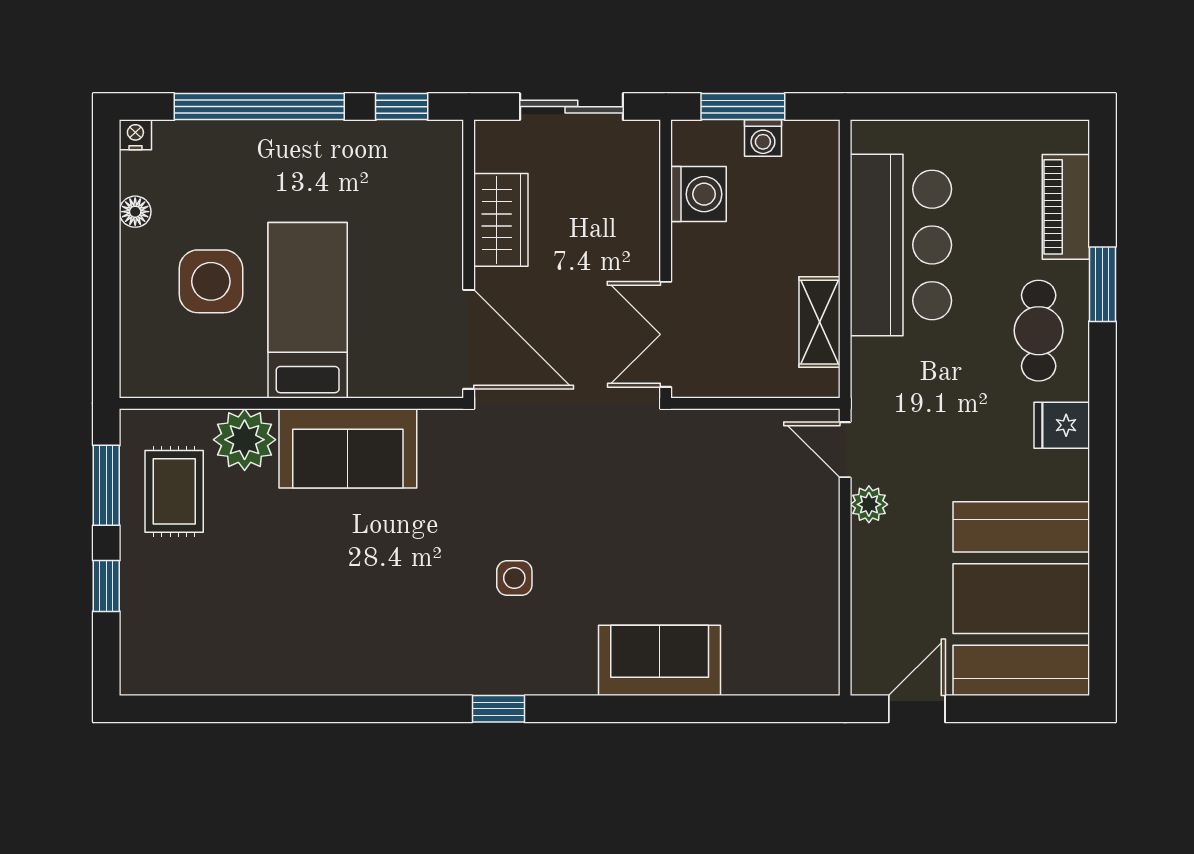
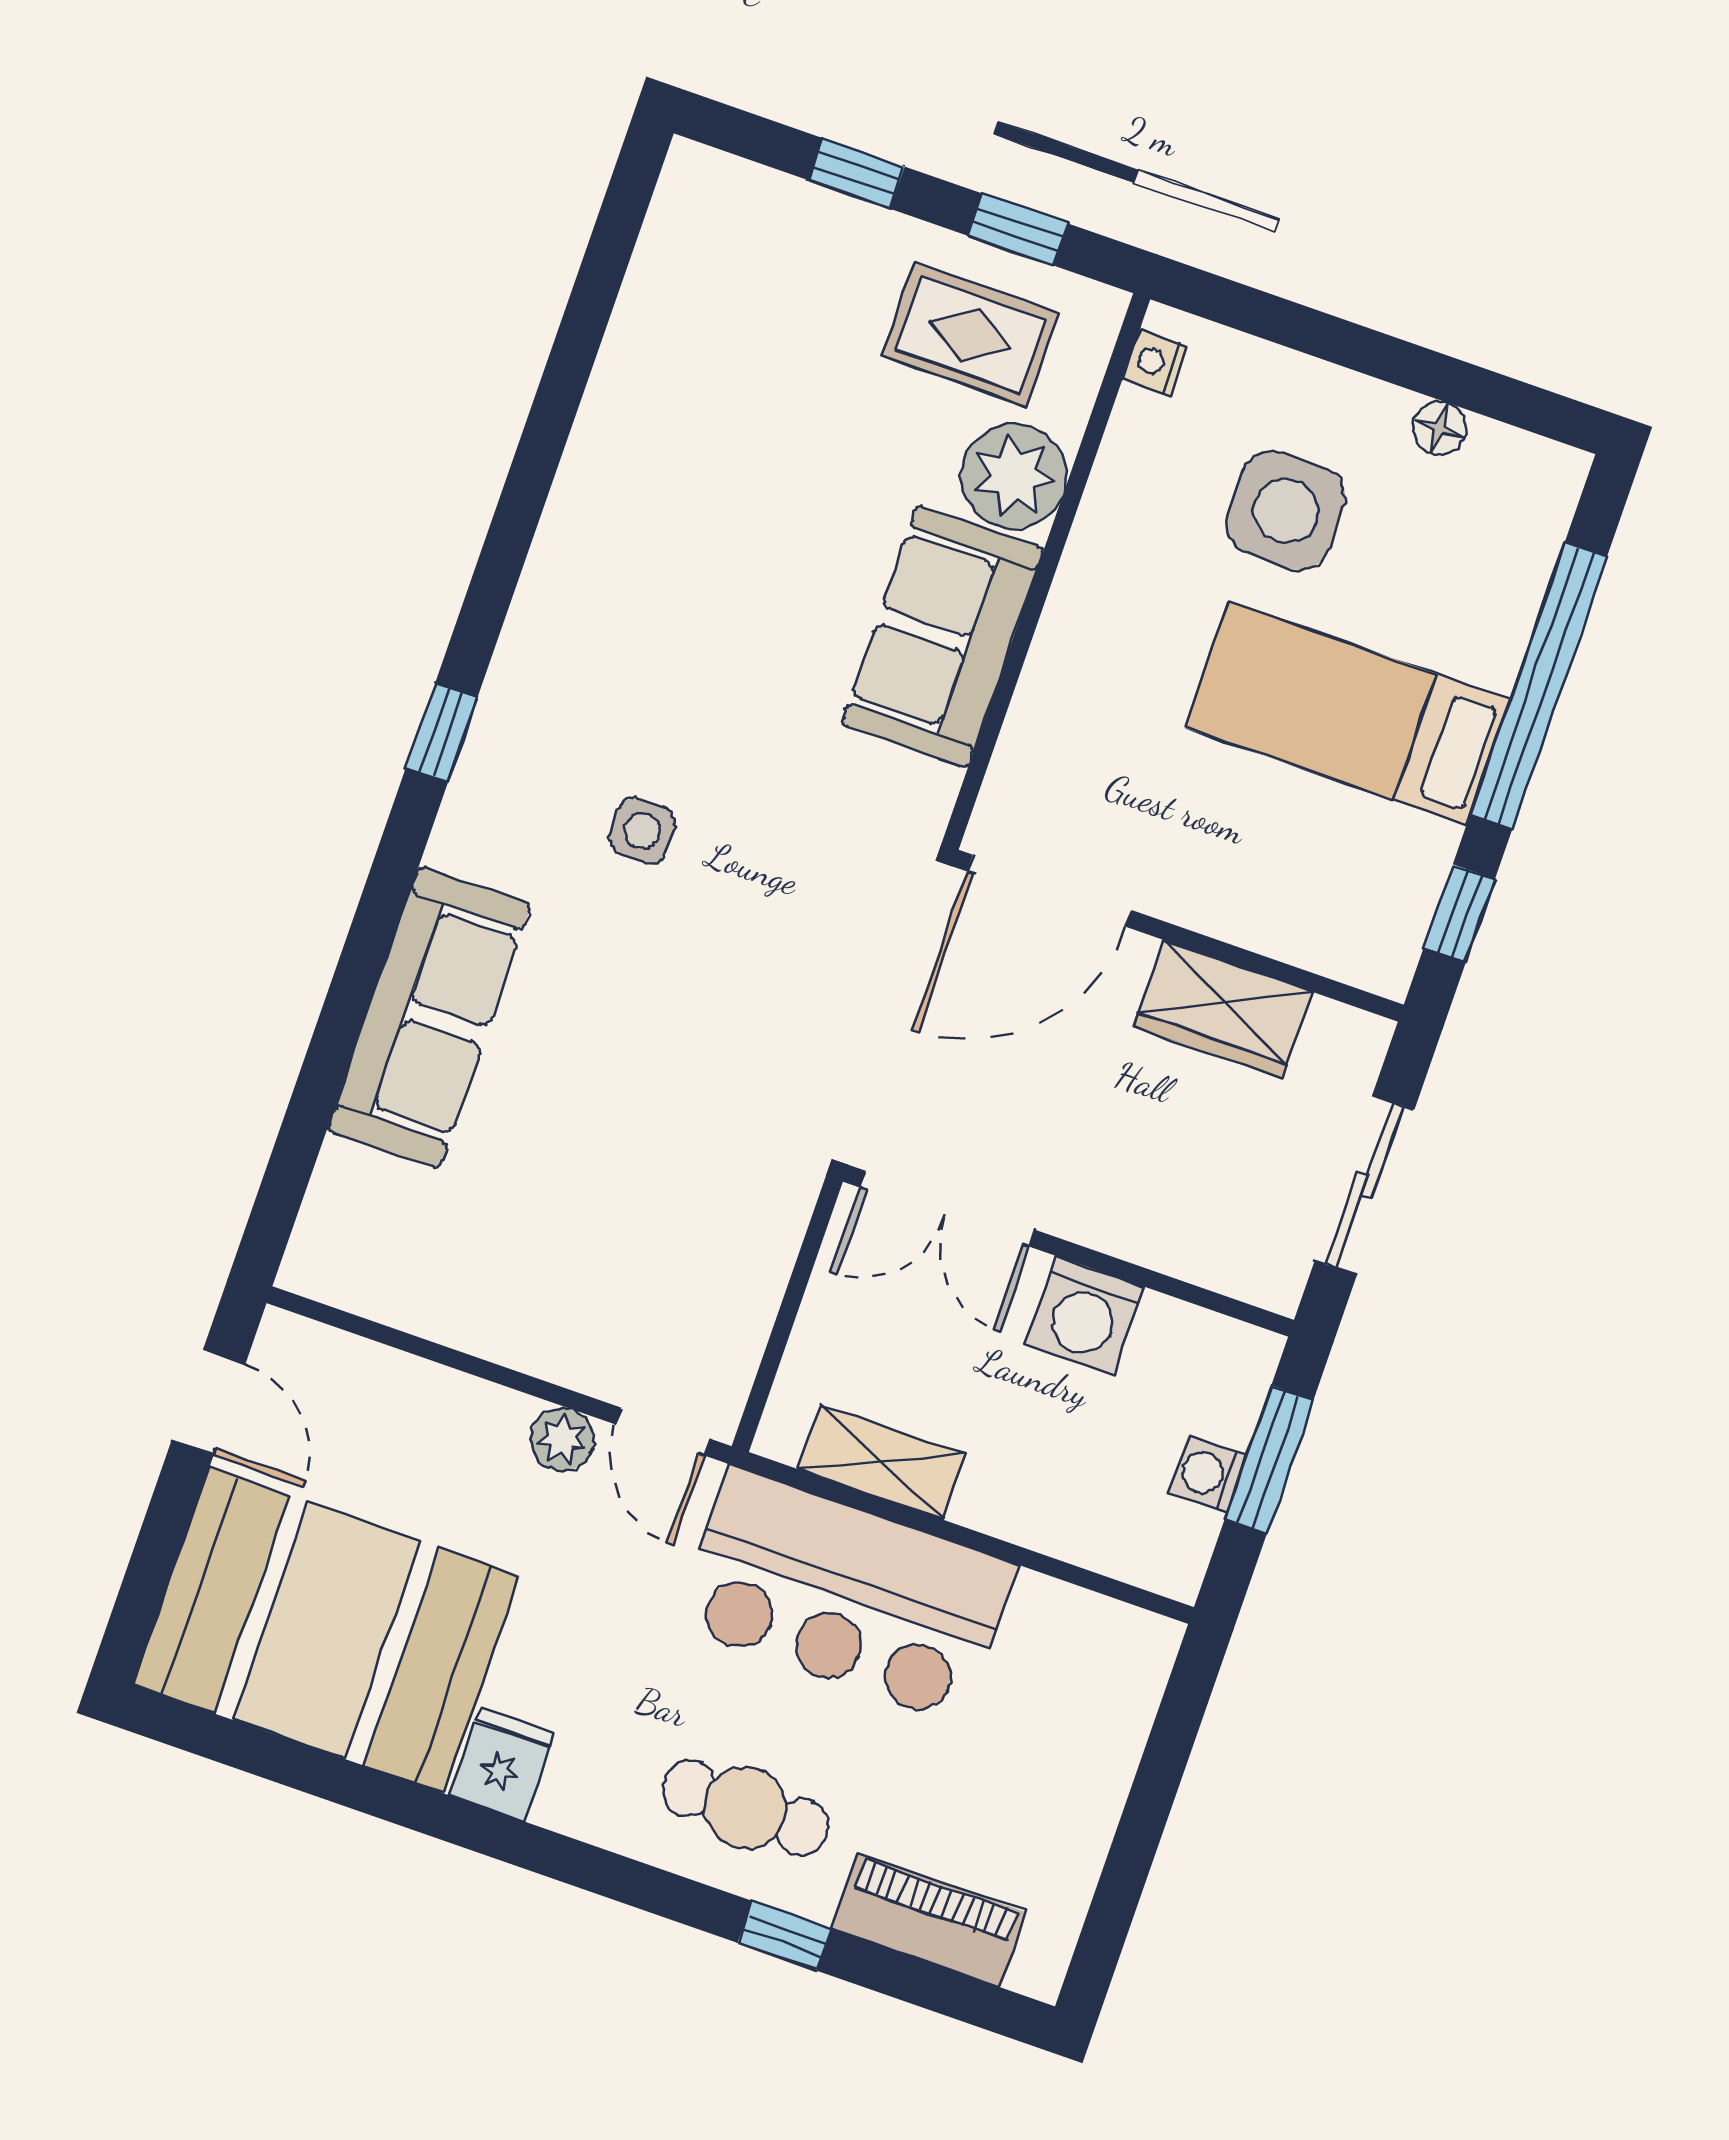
nightstand: (135, 135) -> (1155, 363), moved, turned 180
washing machine: (699, 194) -> (1085, 1316), moved
bar counter: (901, 245) -> (846, 1595), moved
window: (1102, 284) -> (784, 1936), width x0.67
bed: (308, 310) -> (1348, 714), moved, turned 180
double door: (666, 334) -> (948, 1209), swing flipped
fridge: (1062, 425) -> (502, 1764), moved
door: (845, 450) -> (663, 1432), swing flipped
window: (106, 485) -> (1018, 230), width x0.67
sofa: (660, 660) -> (429, 1017), width x1.36

